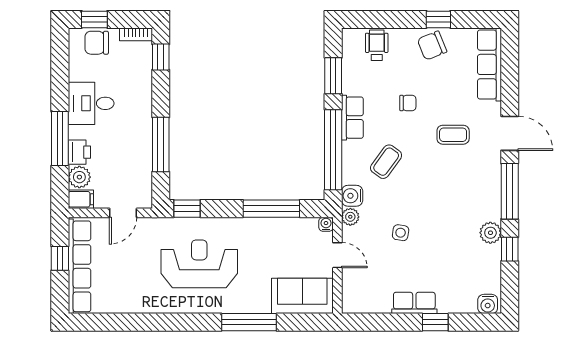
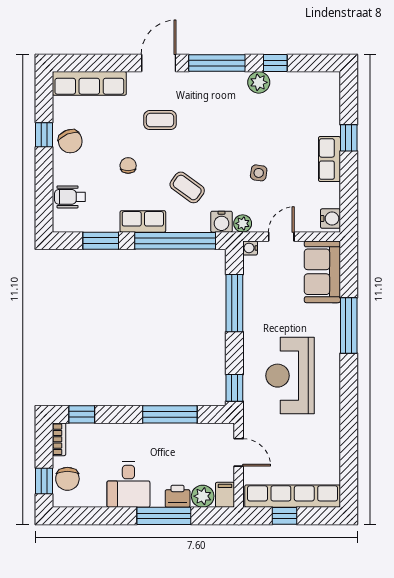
coffee table: (453, 135) -> (160, 120), turned 90
water cooler: (488, 304) -> (330, 219), moved

